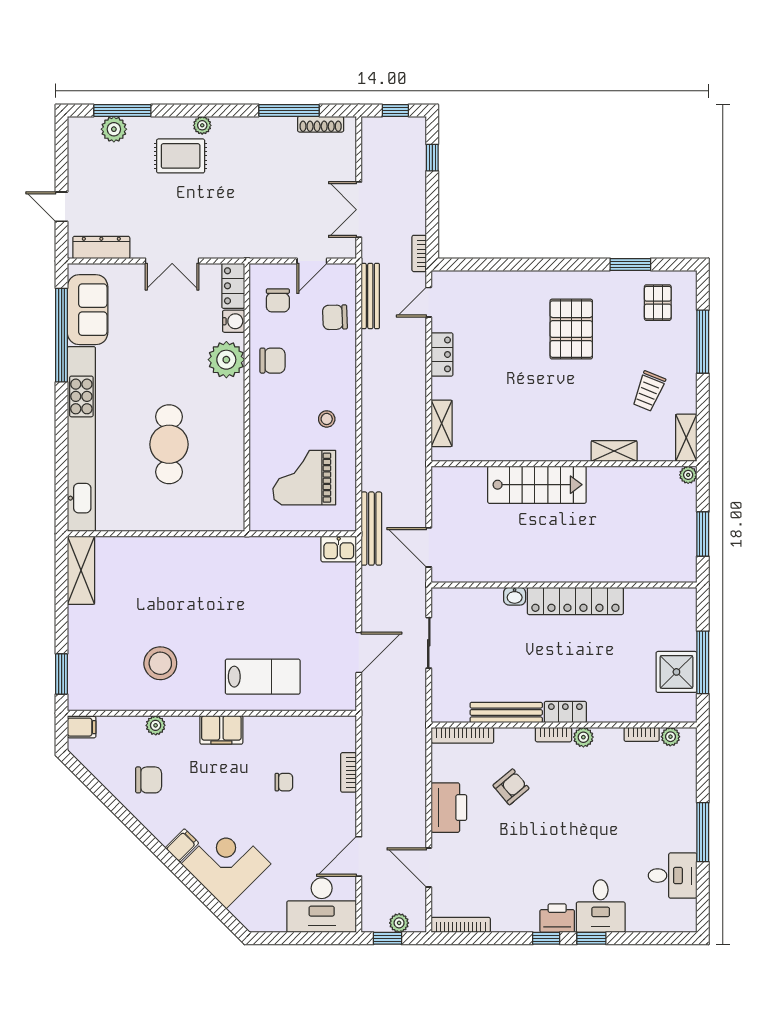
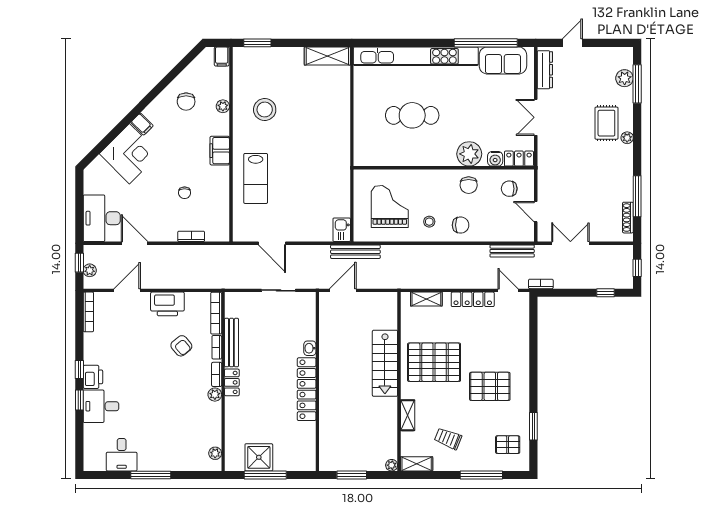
chair: (335, 317) -> (461, 225), moved, turned 92
locker: (442, 354) -> (473, 299), width x1.53
pallet: (535, 412) -> (434, 362), added
bookcase: (642, 734) -> (217, 347), moved

